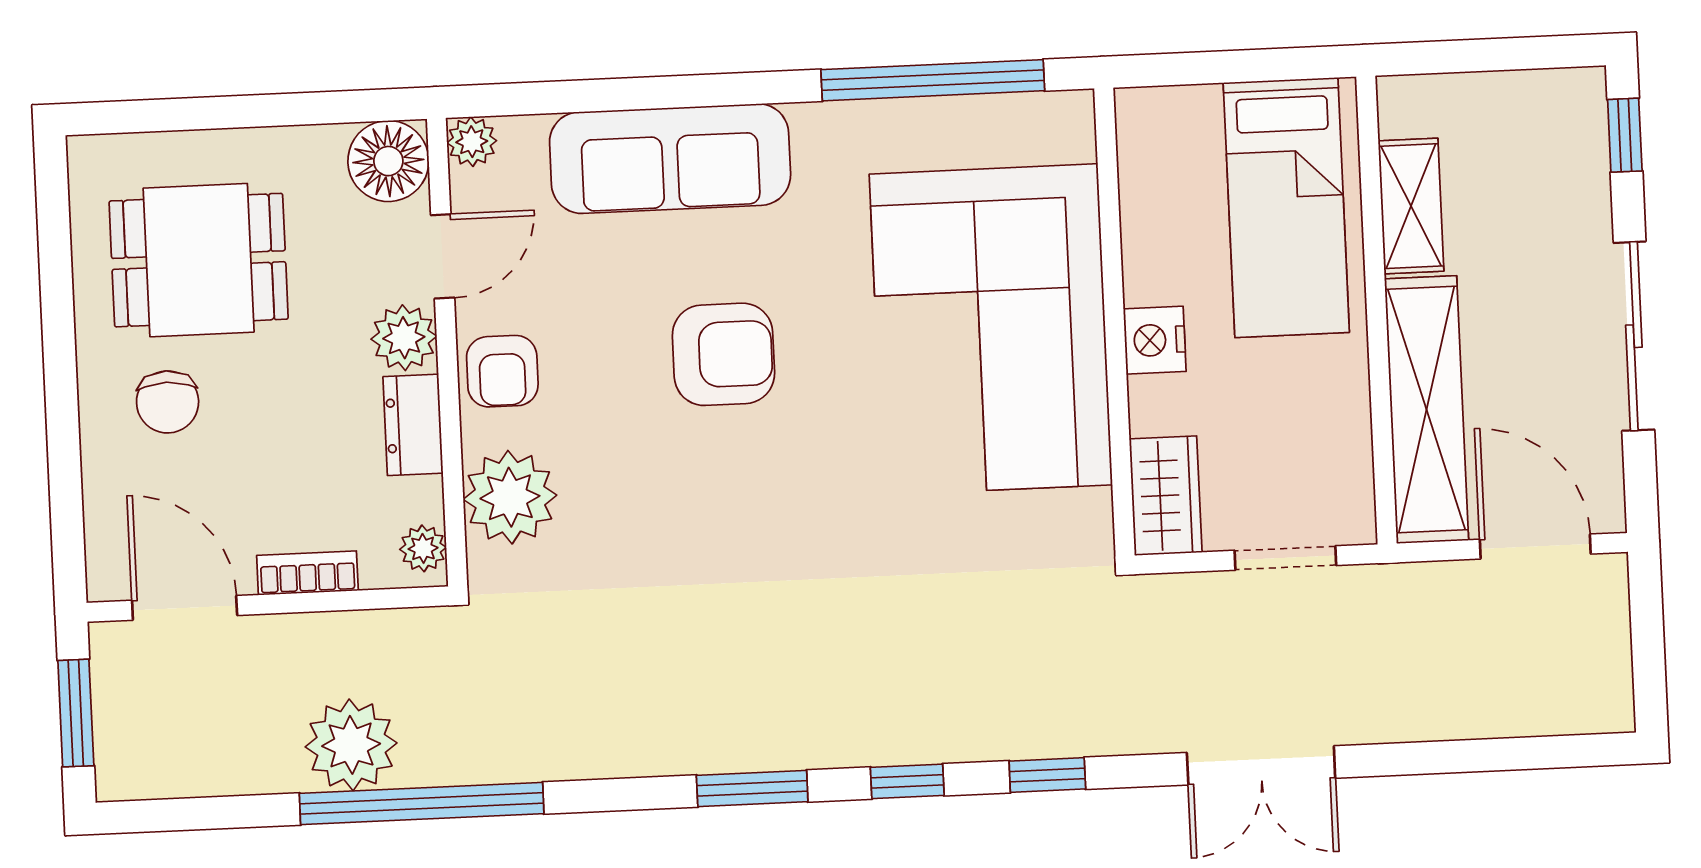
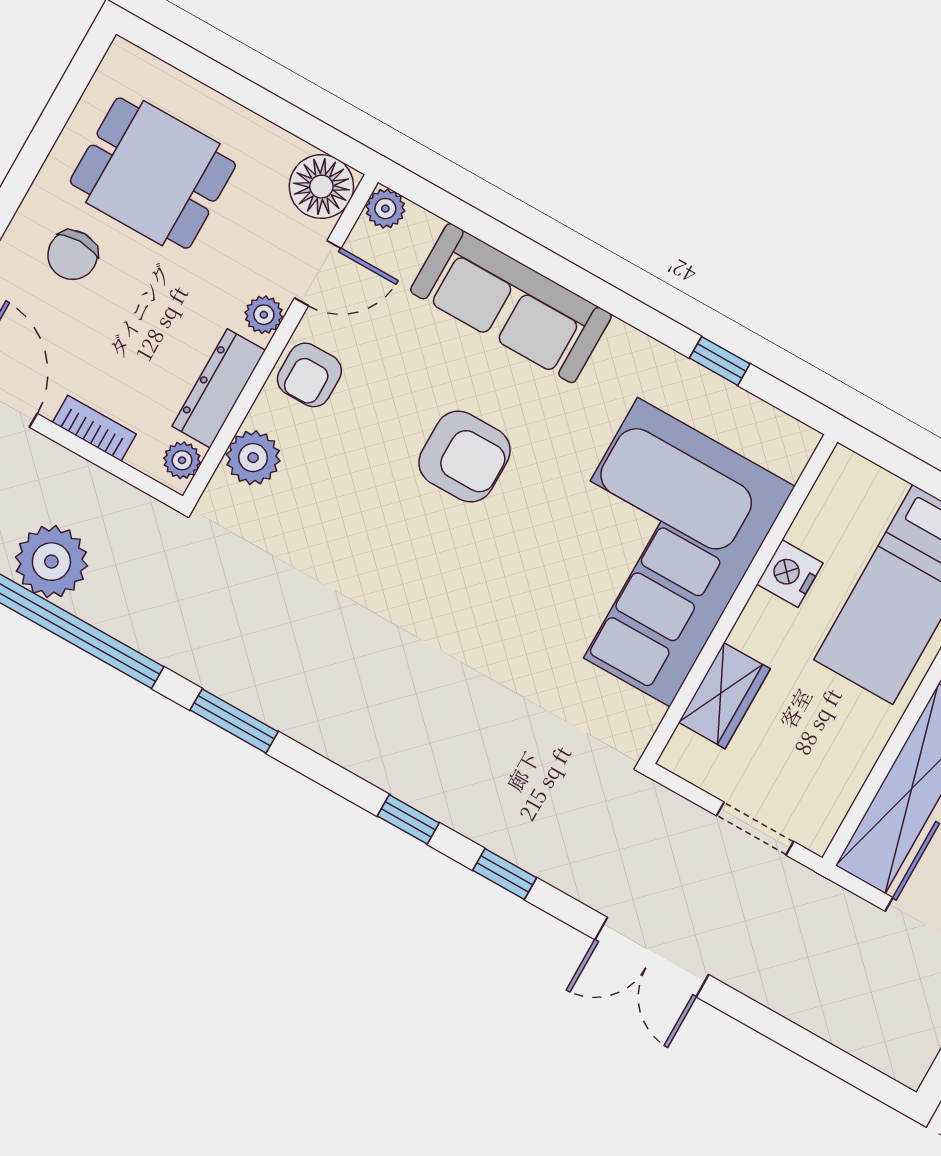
window: (933, 80) -> (720, 361), width x0.32
plant: (404, 338) -> (264, 315), width x0.73, depth x0.73
nightstand: (1155, 340) -> (790, 574), moved
dresser: (413, 425) -> (219, 388), width x1.44
wardrobe: (1166, 496) -> (724, 696), moved
plant: (510, 497) -> (253, 458), width x0.73, depth x0.73
window: (752, 788) -> (234, 721), moved

